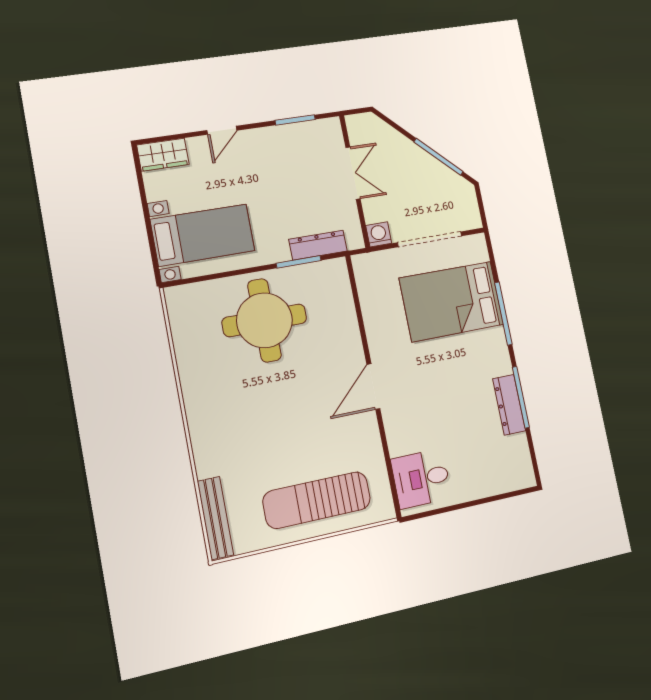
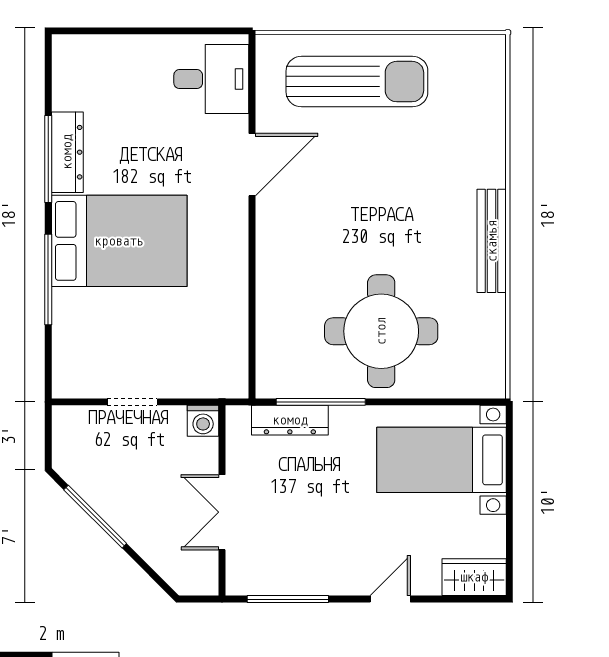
window: (295, 120) -> (288, 599), width x1.44
doorway: (430, 239) -> (132, 402), width x0.53
window: (299, 262) -> (321, 402), width x1.44
bed: (452, 301) -> (119, 241), moved
door: (373, 386) -> (252, 165), moved
bench: (215, 518) -> (492, 241), moved

